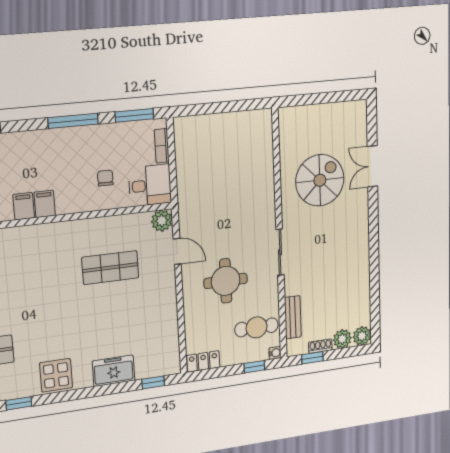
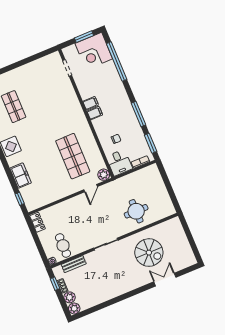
shop shelf: (110, 268) -> (73, 156), width x1.43, depth x1.36
round table: (226, 281) -> (136, 211), moved
window: (254, 367) -> (42, 252), removed

